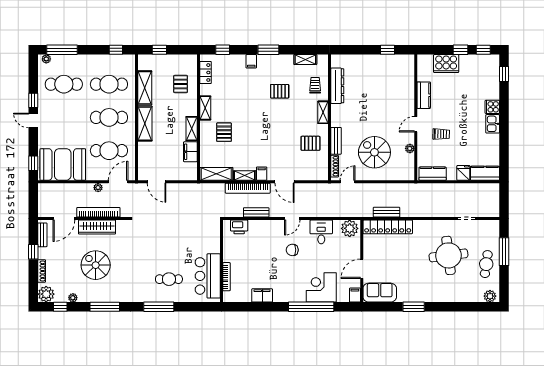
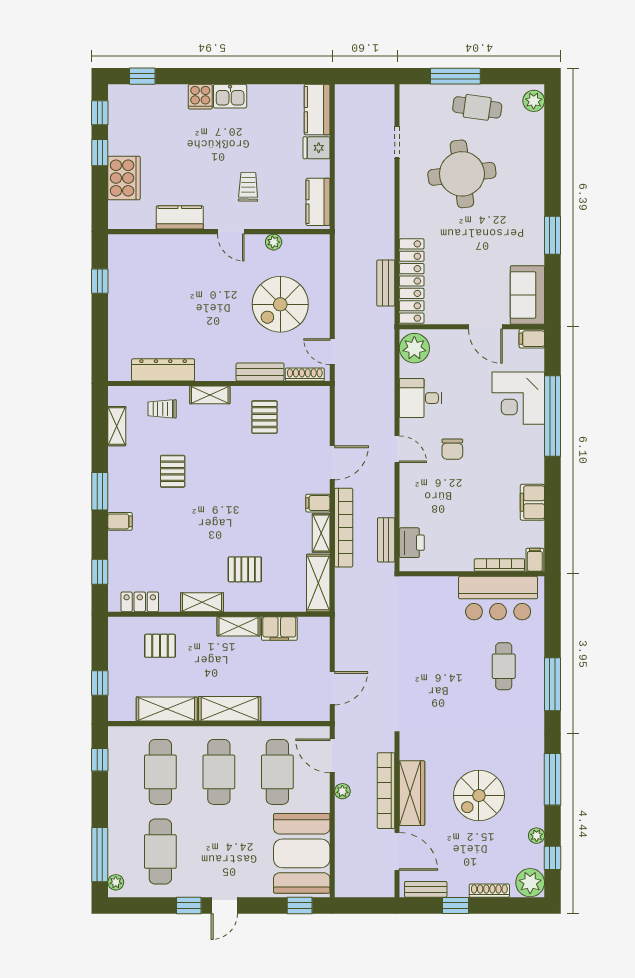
bench: (256, 212) -> (386, 540), moved
filing cabinet: (229, 297) -> (535, 560), added

